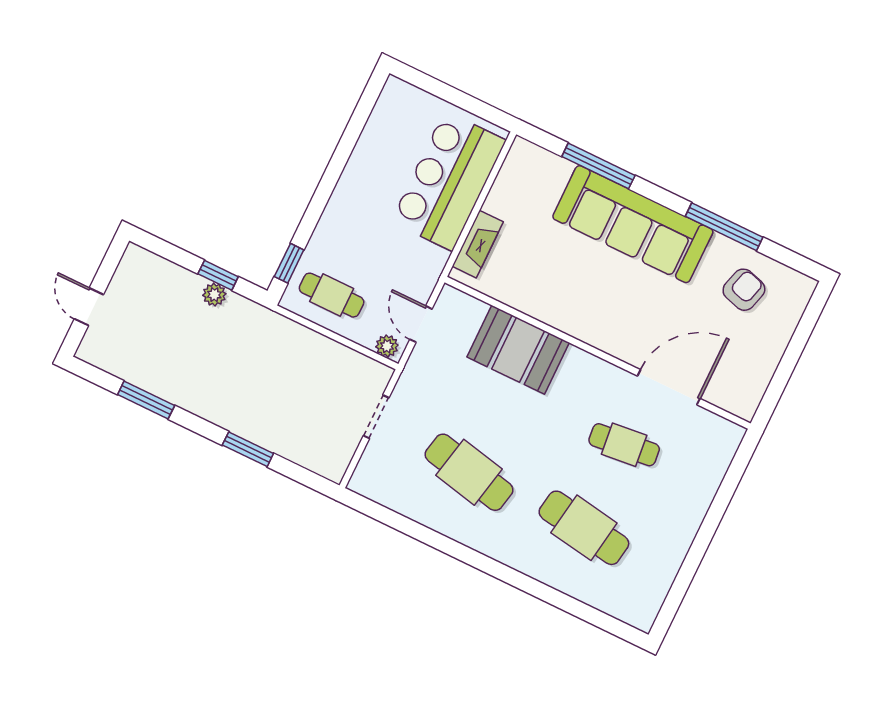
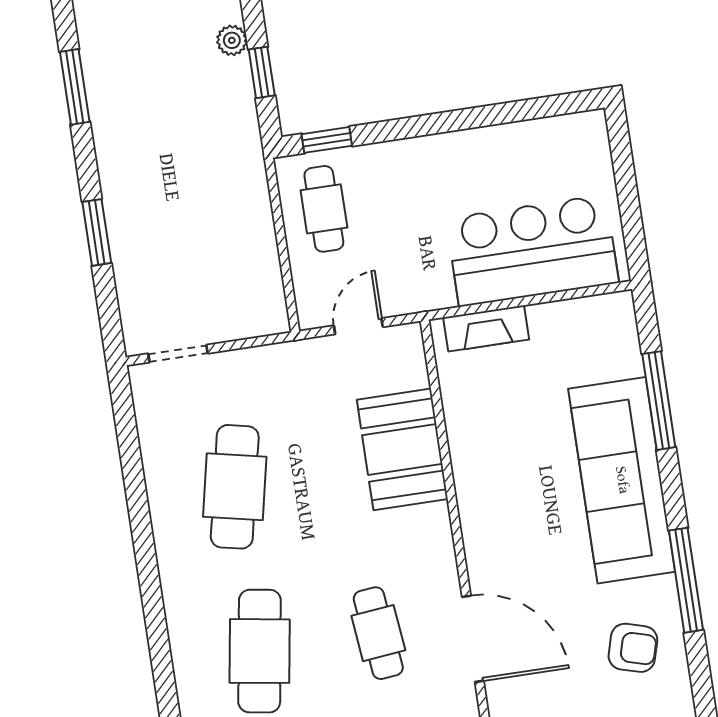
plant: (214, 295) -> (232, 40), moved
plant: (387, 346) -> (310, 306), removed
doorway: (376, 417) -> (178, 354), moved

